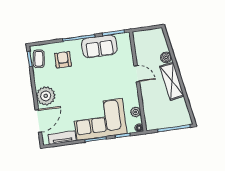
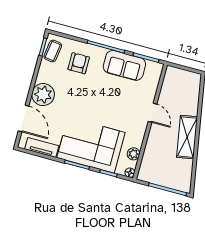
boiler: (166, 57) -> (192, 109), removed
door: (38, 121) -> (24, 118), hinge flipped

